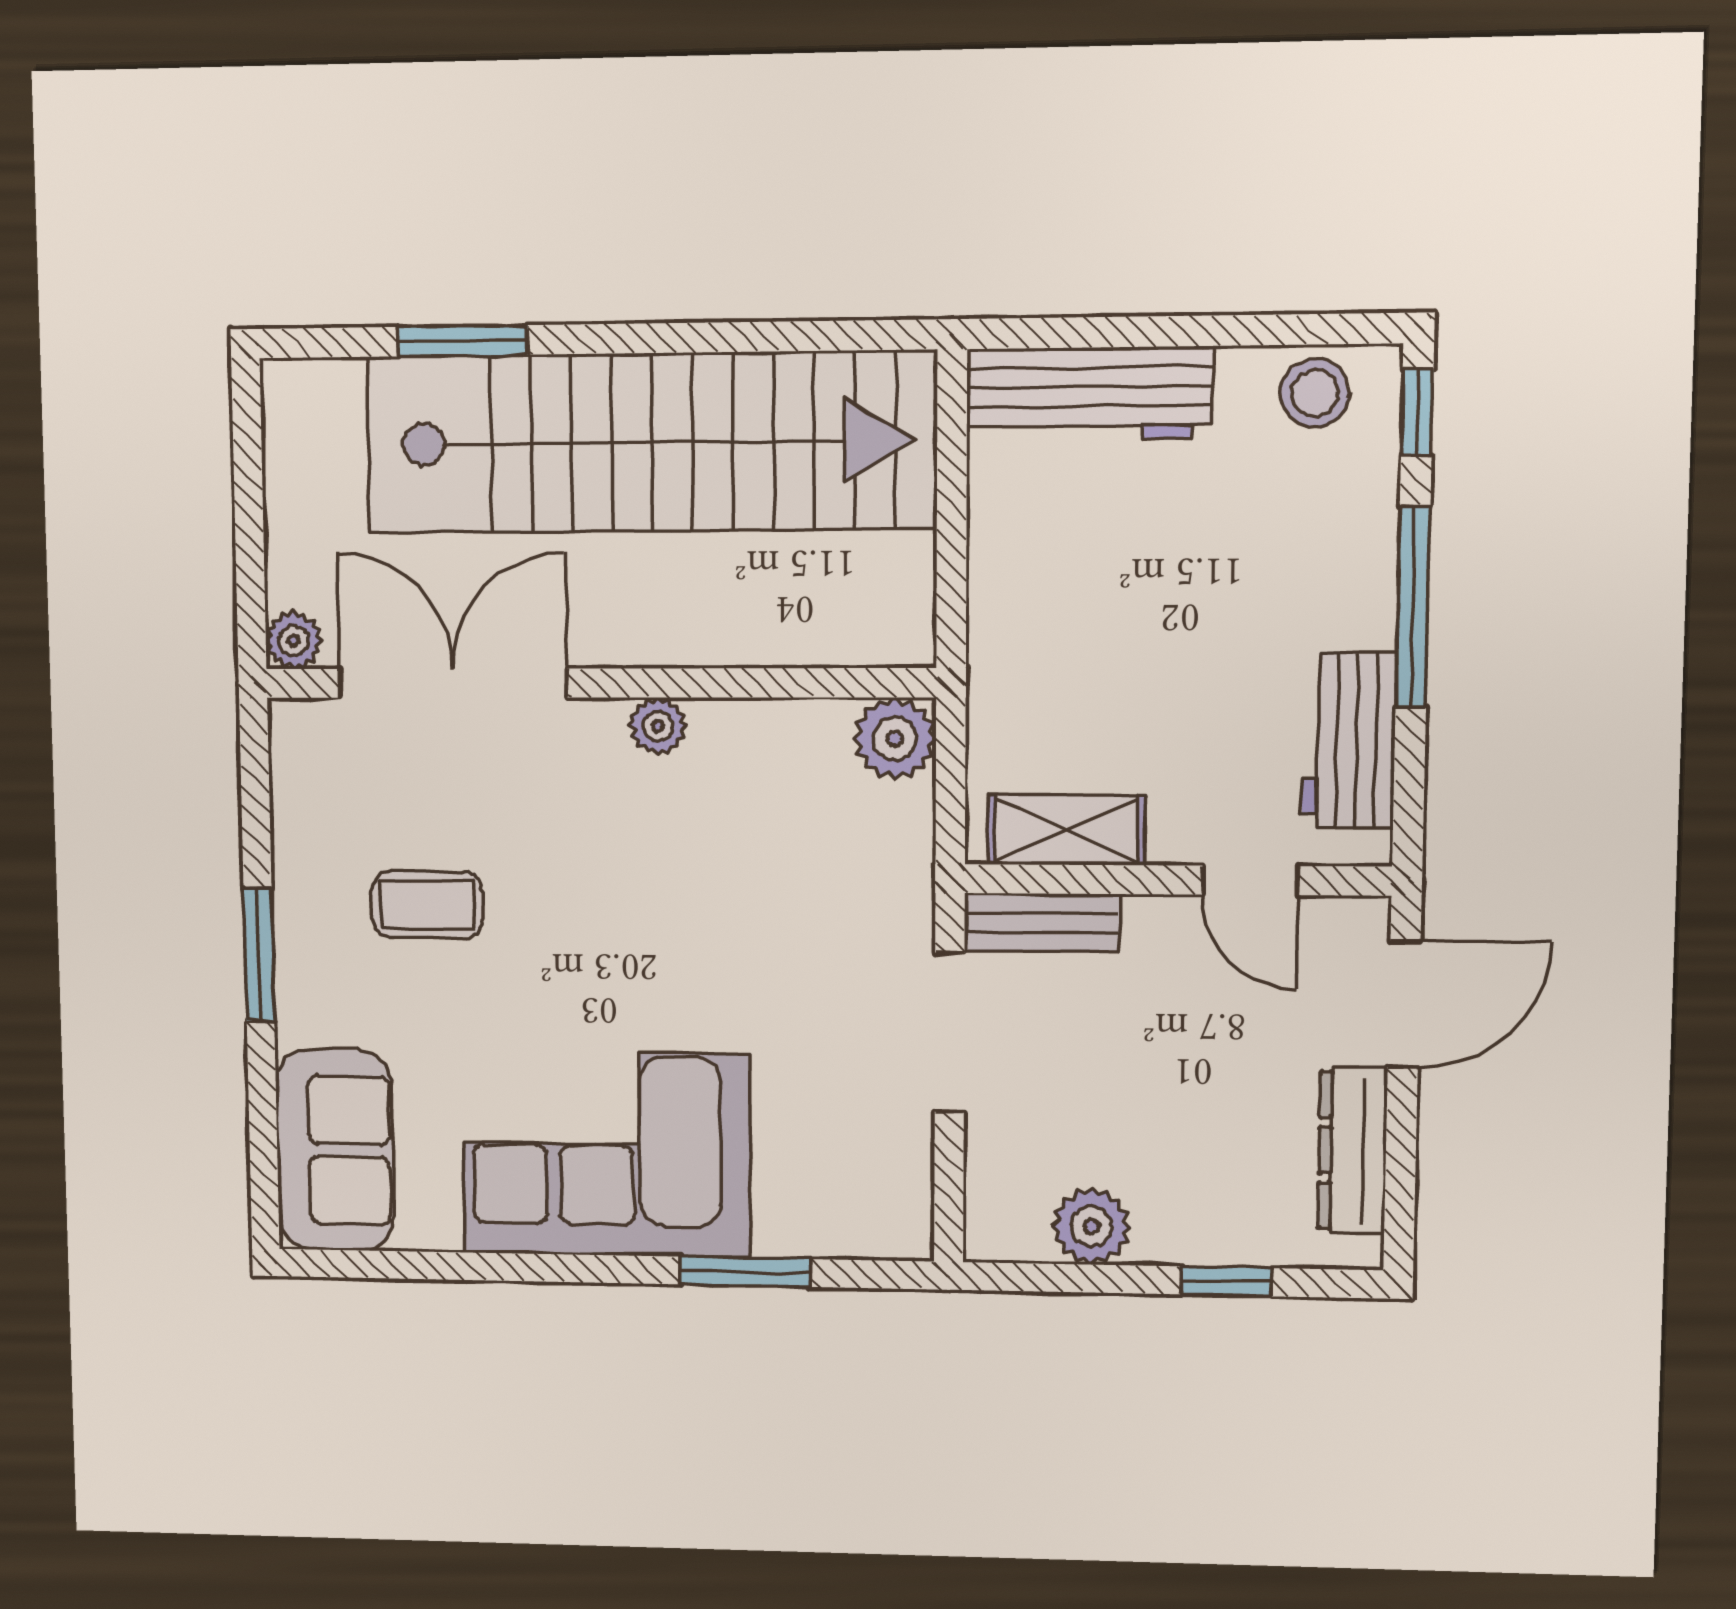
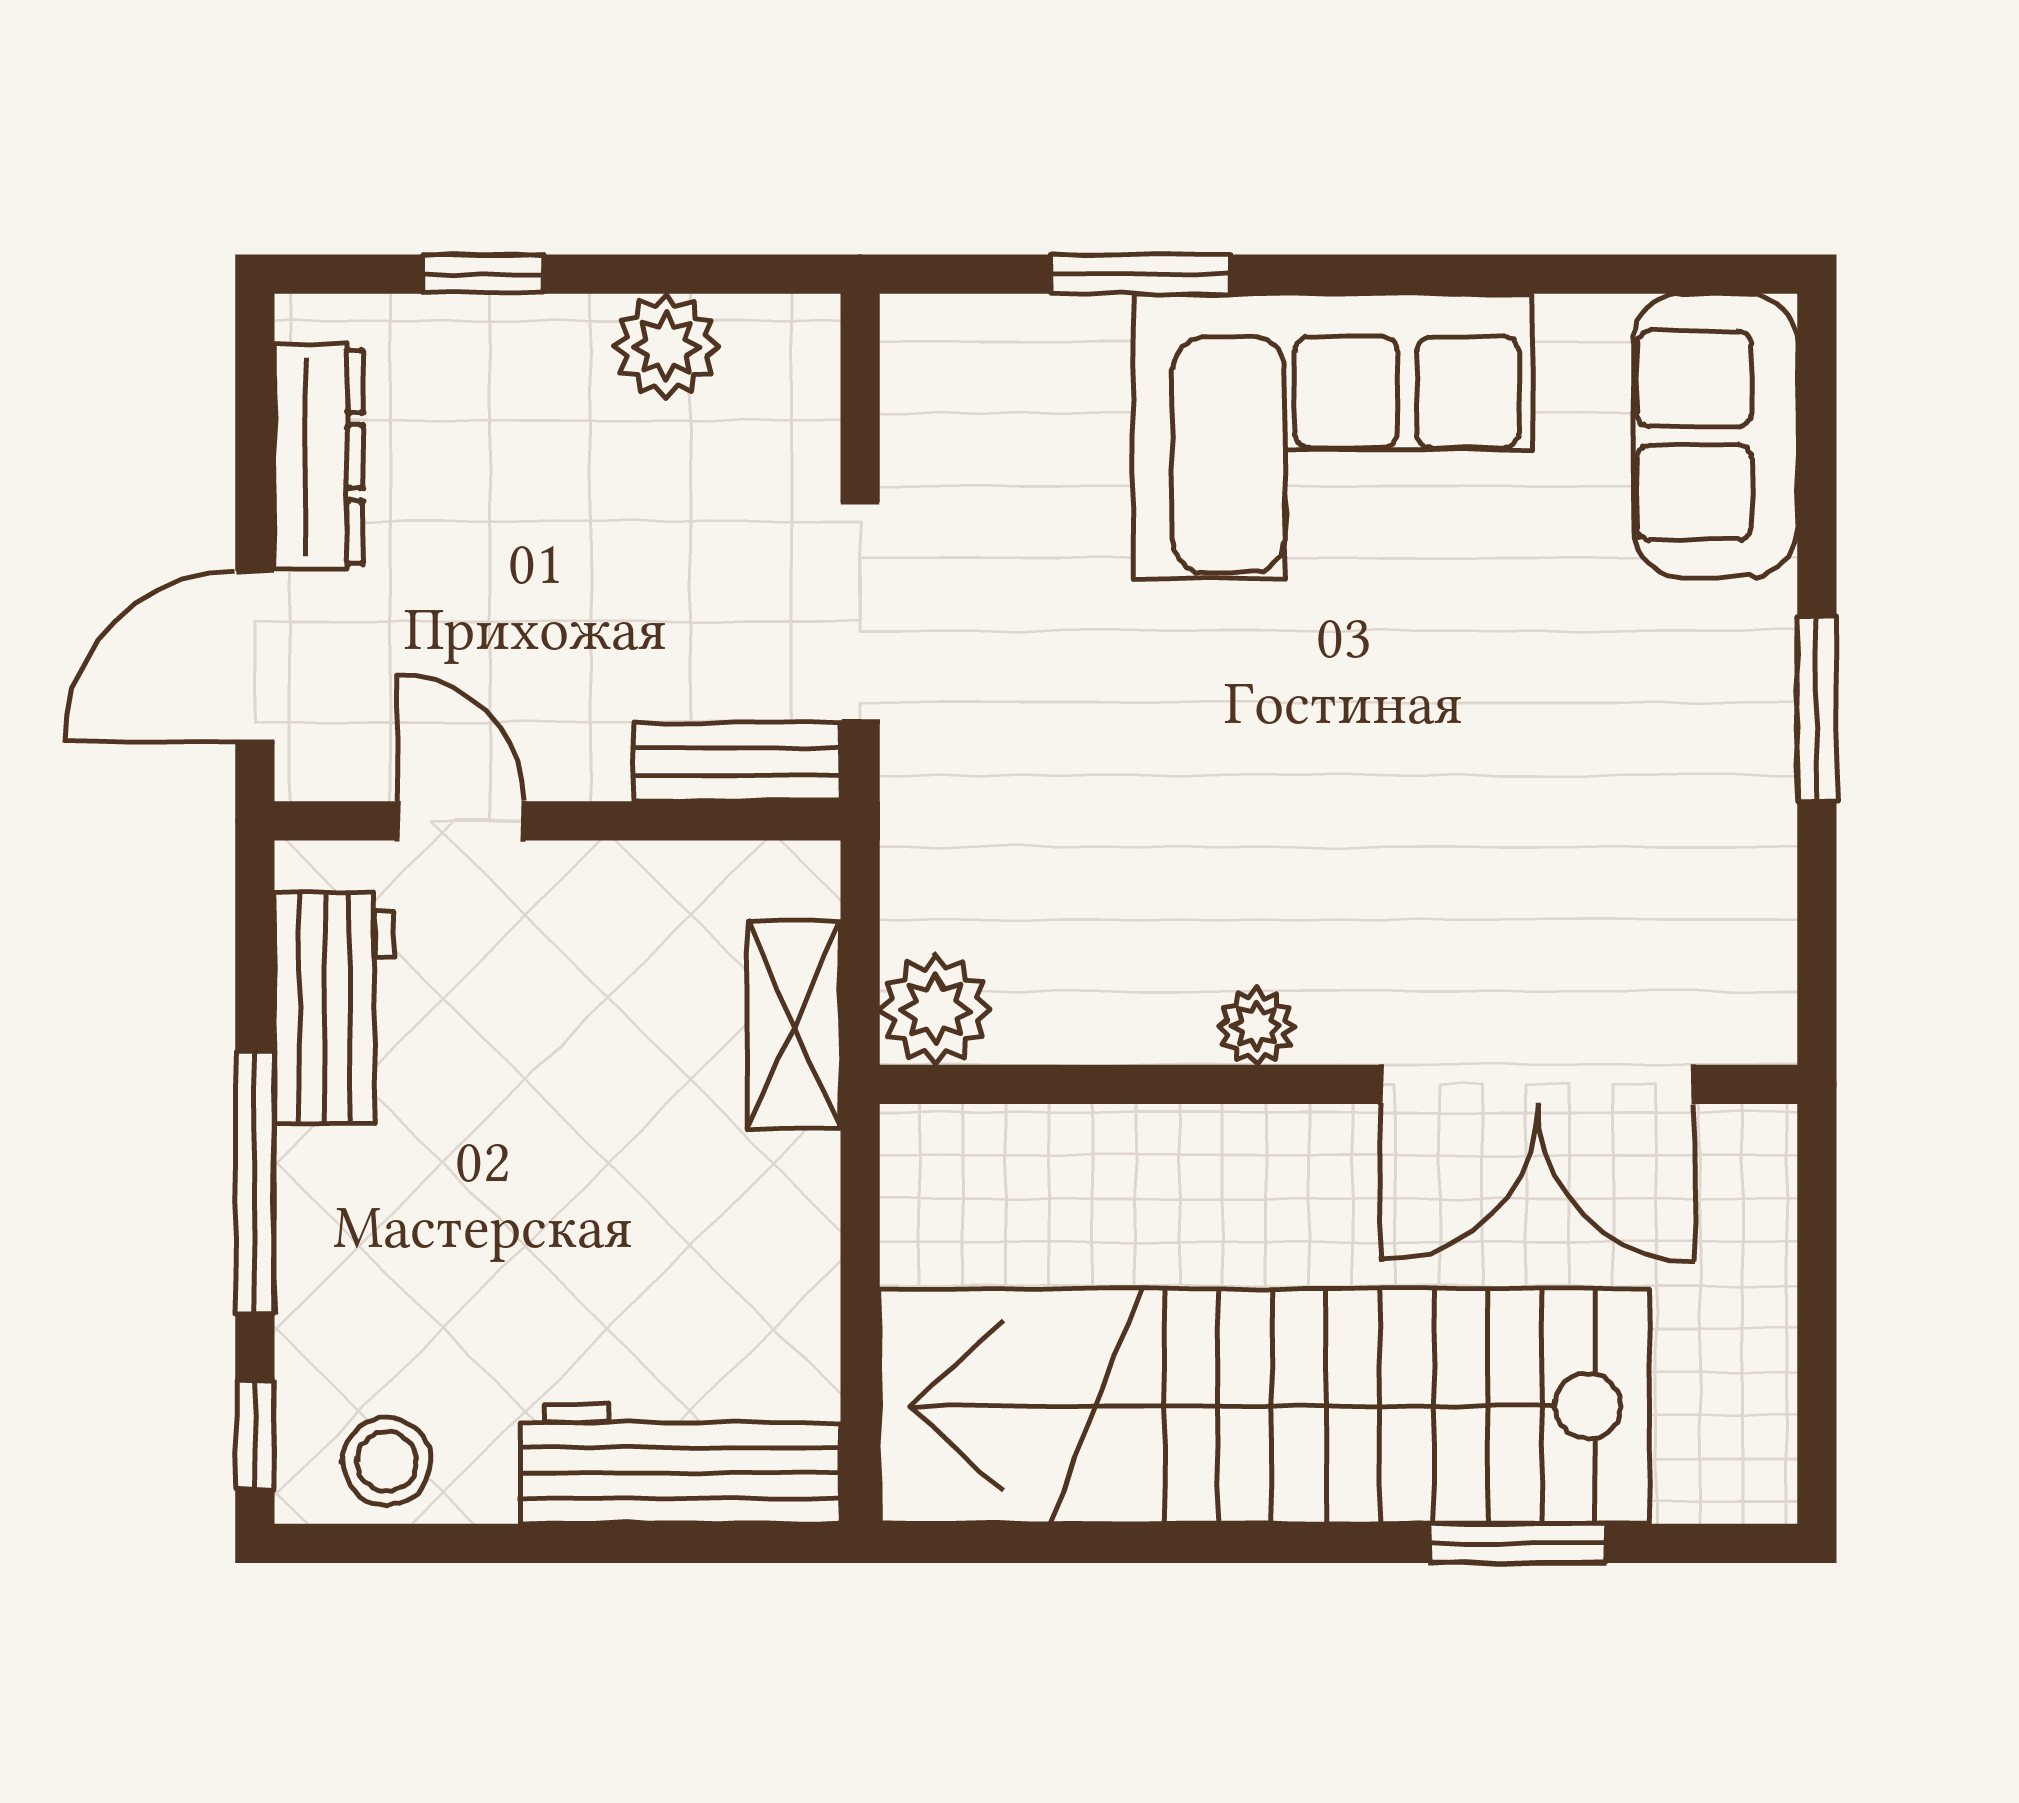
plant: (294, 640) -> (1758, 1143), removed
shelving: (1066, 830) -> (794, 1024), moved, turned 90
coffee table: (427, 905) -> (1578, 781), removed

